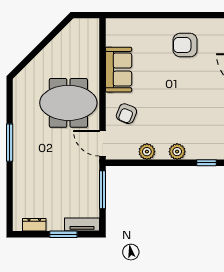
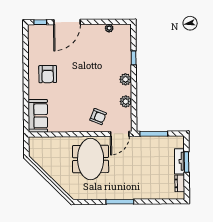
sofa: (119, 70) -> (38, 116), moved, turned 90
tv unit: (82, 225) -> (179, 161), moved

